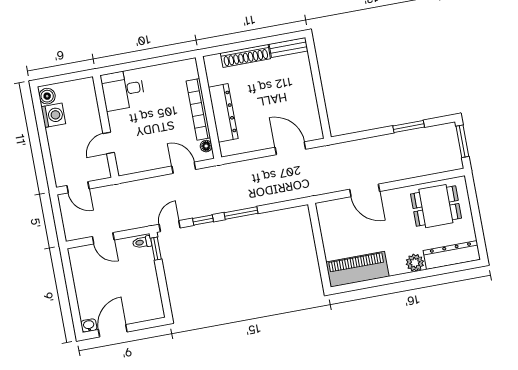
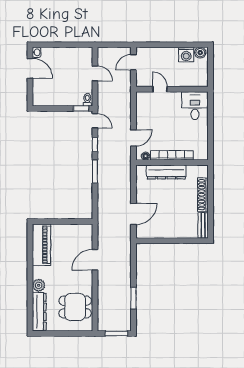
dining table: (436, 206) -> (75, 307), turned 90
door: (103, 238) -> (95, 73), swing flipped

